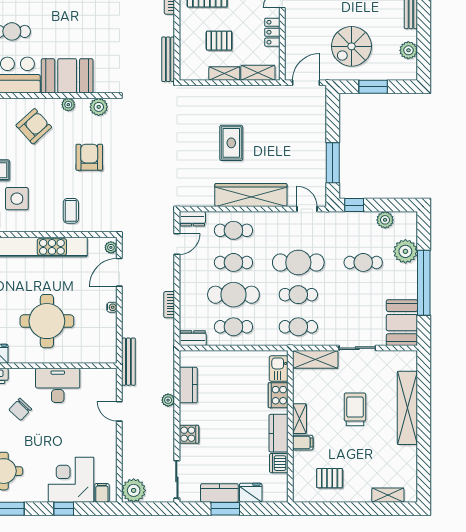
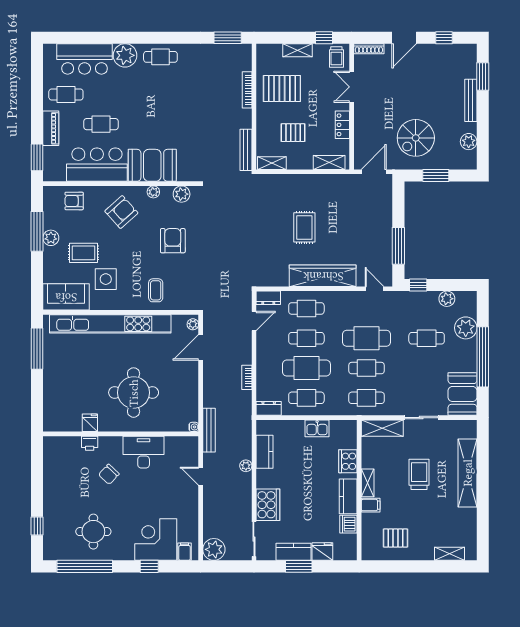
shelving: (224, 74) -> (272, 163), moved
water cooler: (112, 307) -> (194, 427), moved
kitchen sink: (279, 369) -> (317, 428), moved, turned -90
cooker: (189, 434) -> (268, 505), width x1.87, depth x1.31

